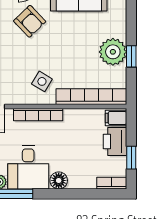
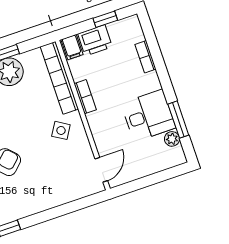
bookcase: (38, 115) -> (85, 97), moved, width x0.64
floor lamp: (59, 180) -> (151, 82), removed
bookcase: (112, 183) -> (145, 57), moved

